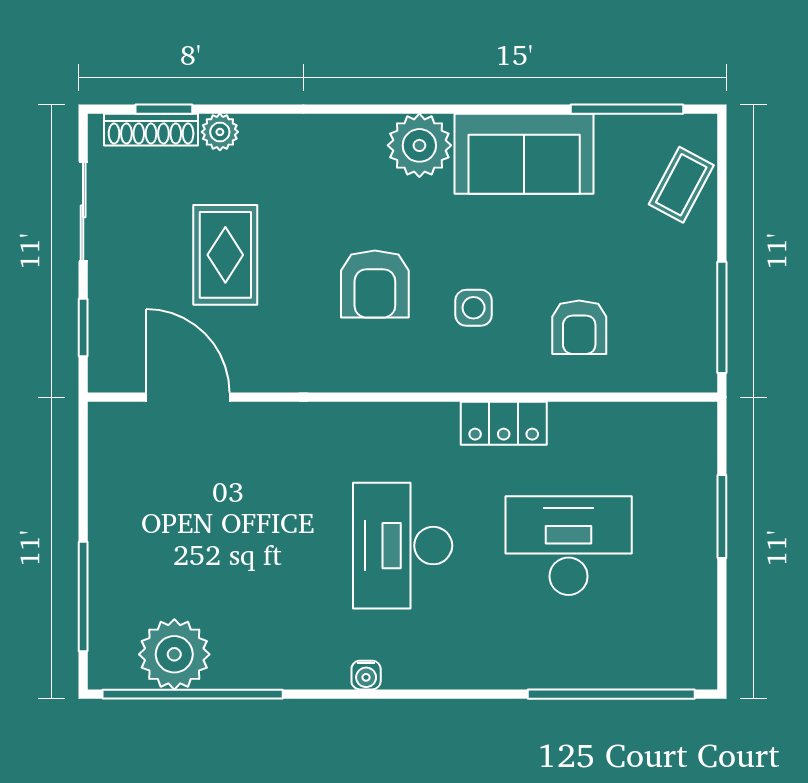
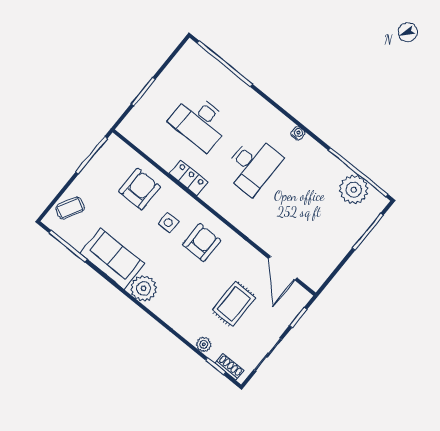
shoe rack: (151, 130) -> (230, 367), width x0.70
armchair: (375, 284) -> (202, 243), moved
armchair: (579, 327) -> (140, 189), width x1.38, depth x1.38

